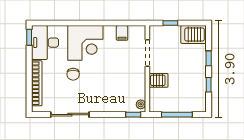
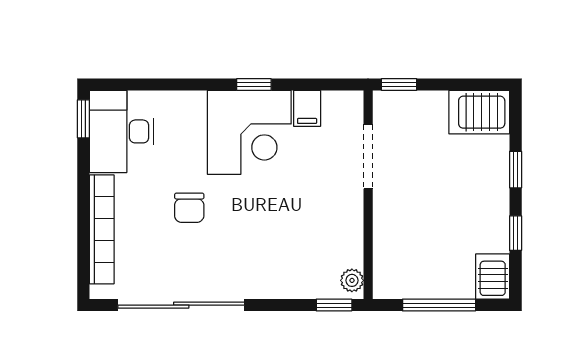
window: (100, 23) -> (254, 84), added
window: (170, 23) -> (399, 84), moved
corner desk: (85, 43) -> (249, 132), moved
server rack: (159, 80) -> (493, 277), moved, turned -90
sliding door: (70, 115) -> (181, 305), width x1.36

